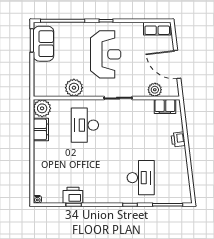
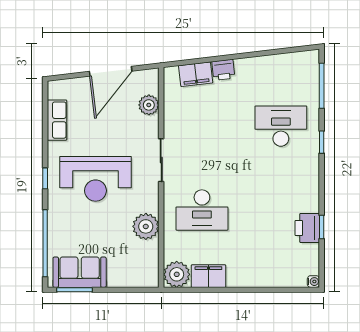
row of seats: (157, 29) -> (57, 120), moved
reception desk: (106, 54) -> (95, 179), turned 180
filing cabinet: (165, 107) -> (196, 74), moved, turned 83

